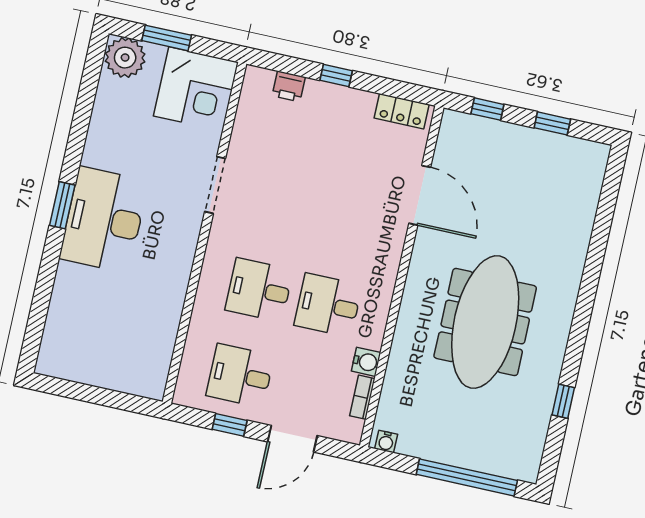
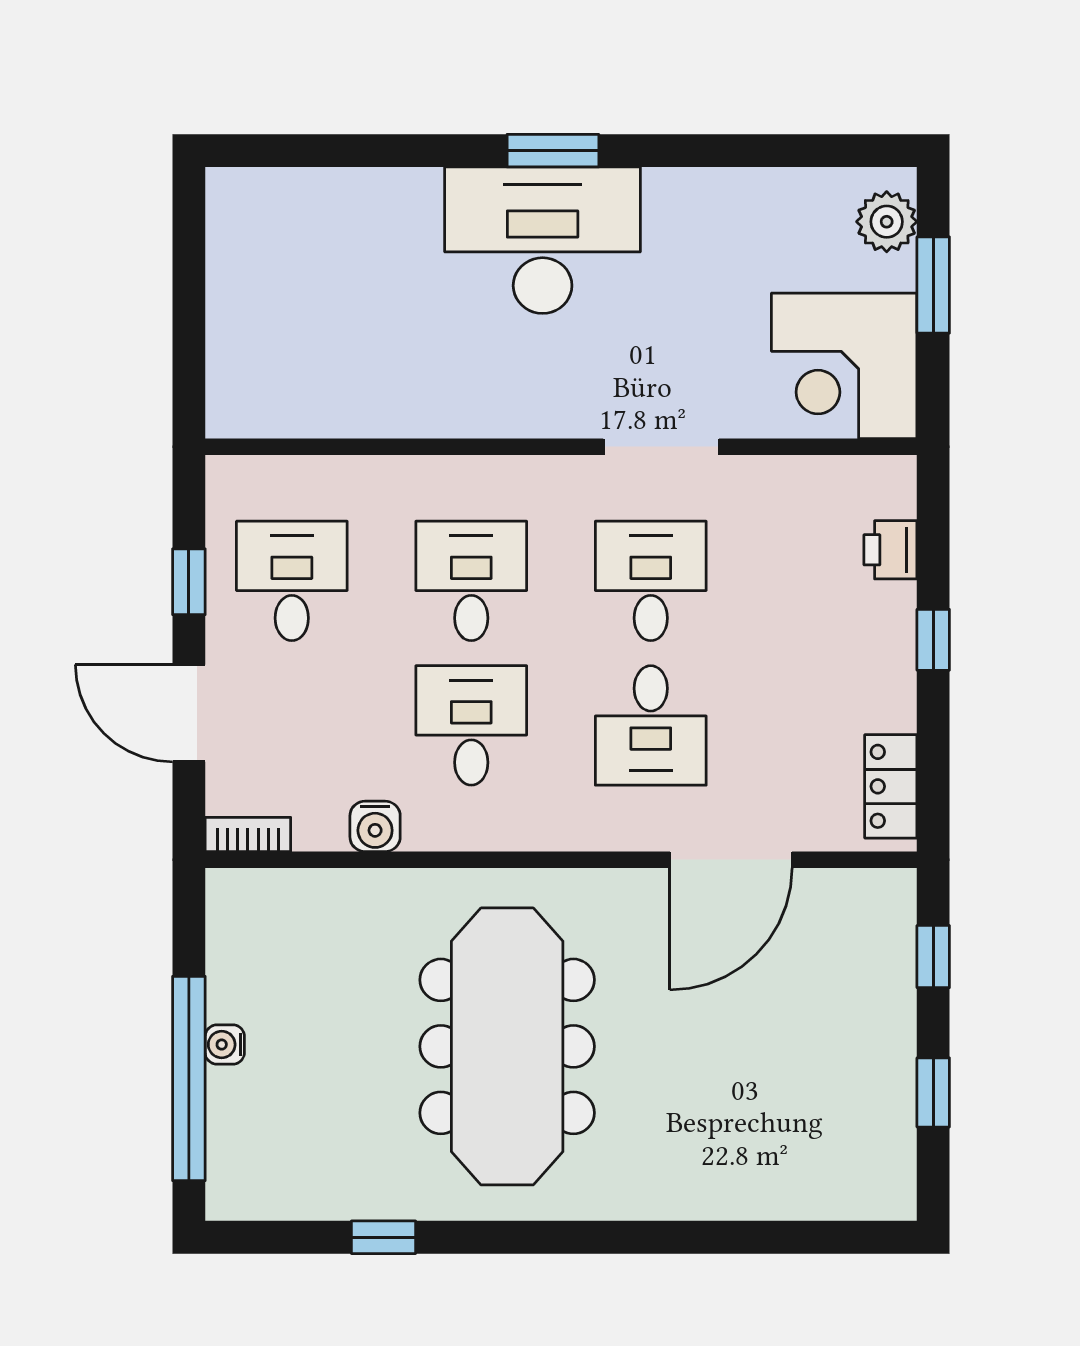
plant: (125, 58) -> (887, 222), width x0.73, depth x0.73
desk: (278, 204) -> (651, 581), added
desk: (347, 219) -> (651, 725), added
meeting table: (485, 322) -> (507, 1046), turned 90
bookcase: (362, 397) -> (248, 834), moved
water cooler: (386, 442) -> (225, 1045), moved

